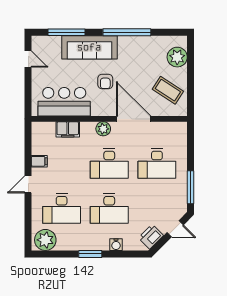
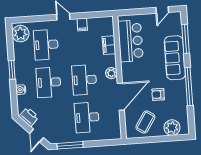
armchair: (105, 82) -> (158, 94), moved

